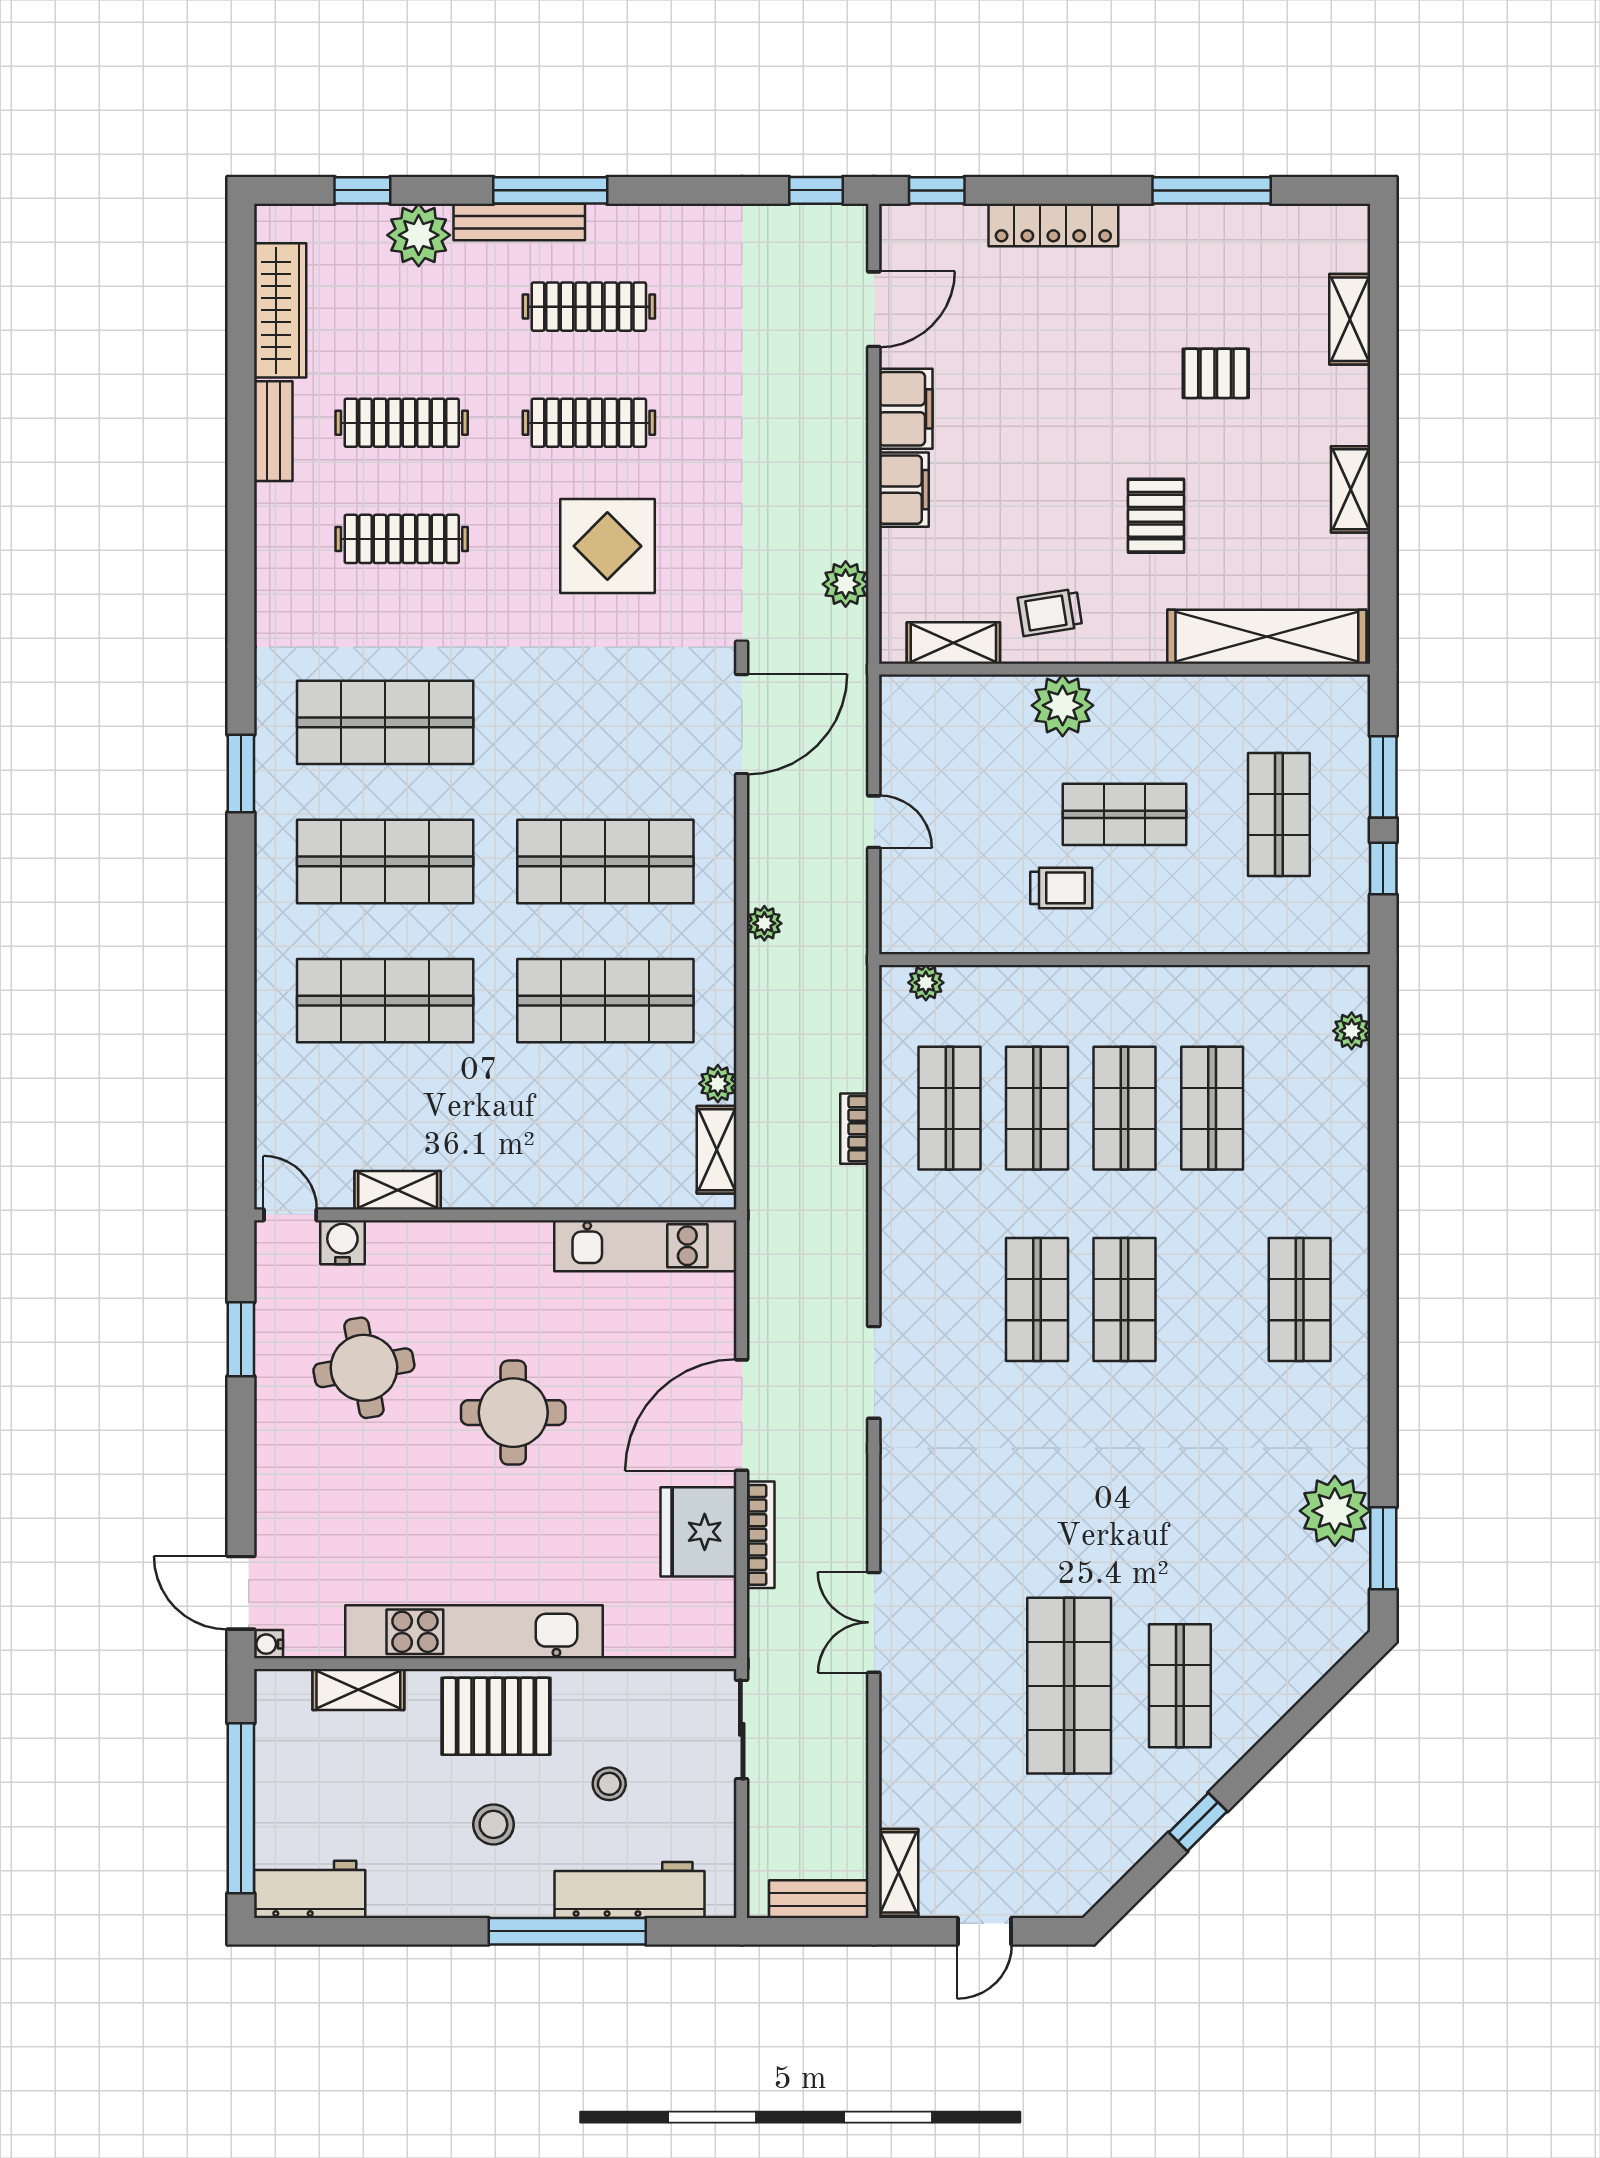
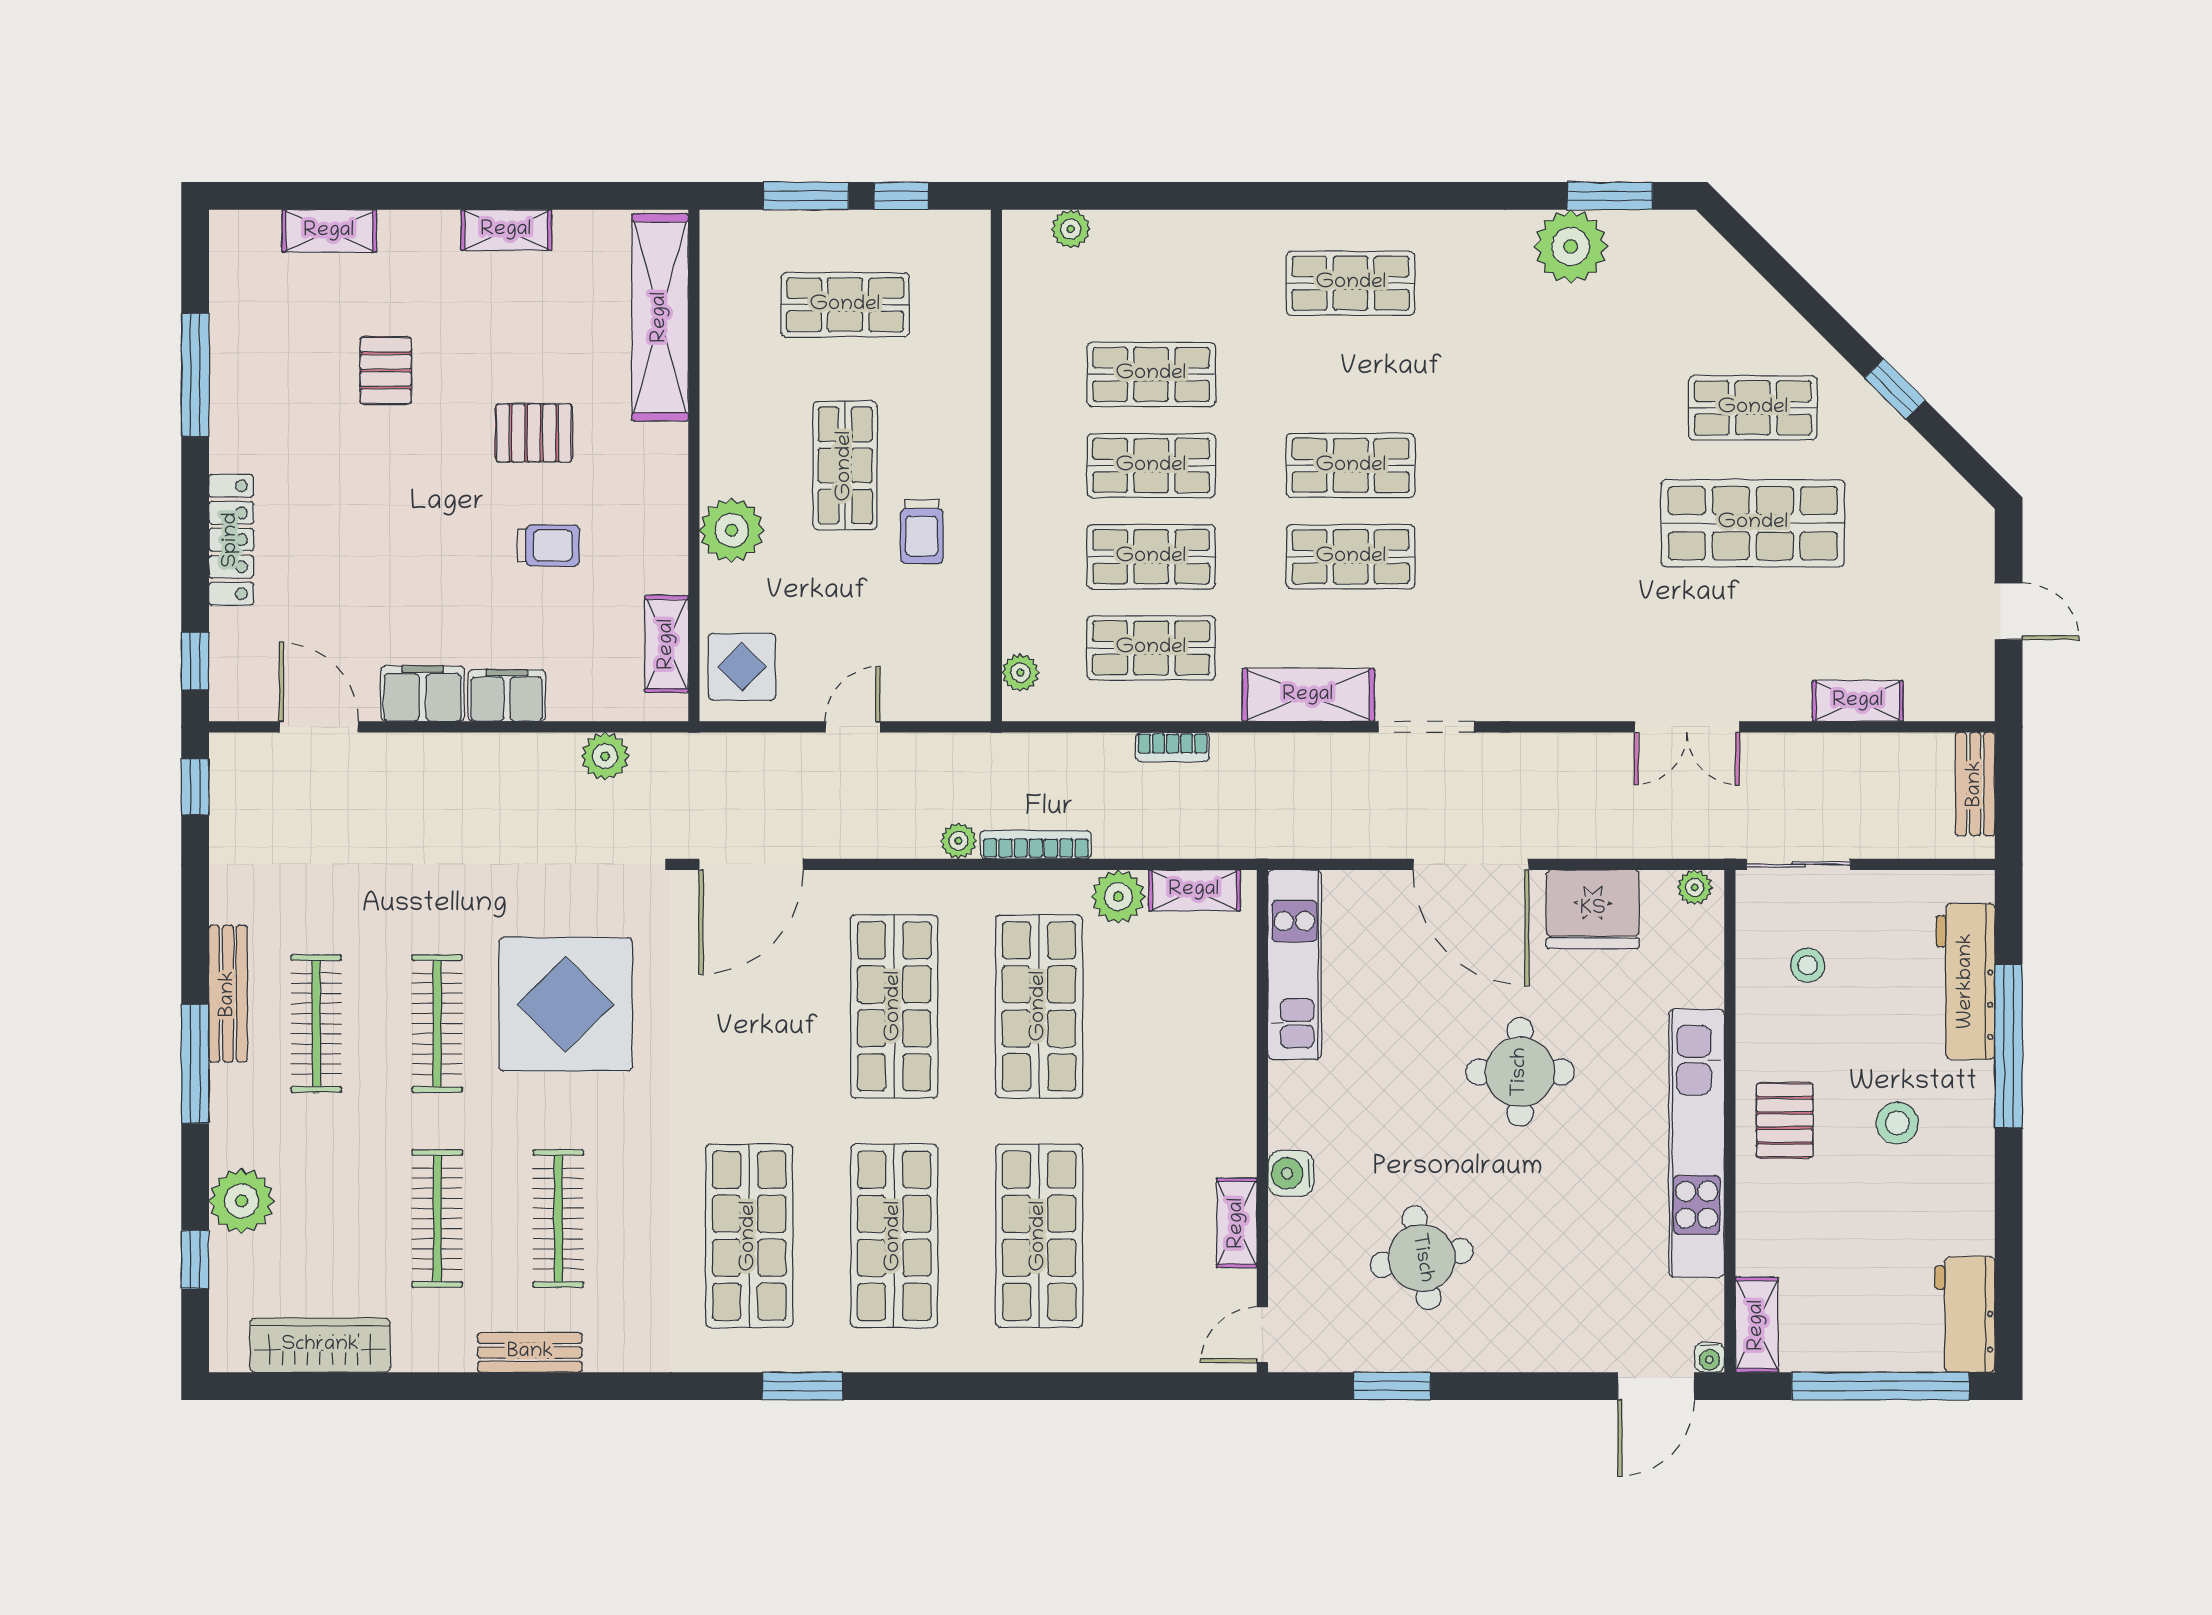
bench: (519, 222) -> (228, 994), moved
bench: (273, 431) -> (530, 1352), moved
display table: (607, 546) -> (566, 1004), width x1.36, depth x1.36
trolley: (1050, 612) -> (548, 546), moved, turned -81
display table: (931, 715) -> (742, 667), added
door: (742, 724) -> (751, 864), swing flipped
trolley: (1061, 888) -> (922, 531), turned 180
plant: (718, 1084) -> (1118, 897), width x1.38, depth x1.38
water cooler: (342, 1242) -> (1291, 1173), moved
shelving: (904, 1259) -> (1308, 695), added
round table: (513, 1413) -> (1520, 1072), moved
bookcase: (761, 1535) -> (1036, 845), moved
plant: (720, 1630) -> (1695, 887), added
shelving: (358, 1690) -> (1757, 1325), moved
pallet: (496, 1716) -> (1785, 1120), width x0.67, depth x0.71
stool: (609, 1784) -> (1808, 965), moved
shelving: (899, 1872) -> (1858, 701), moved

